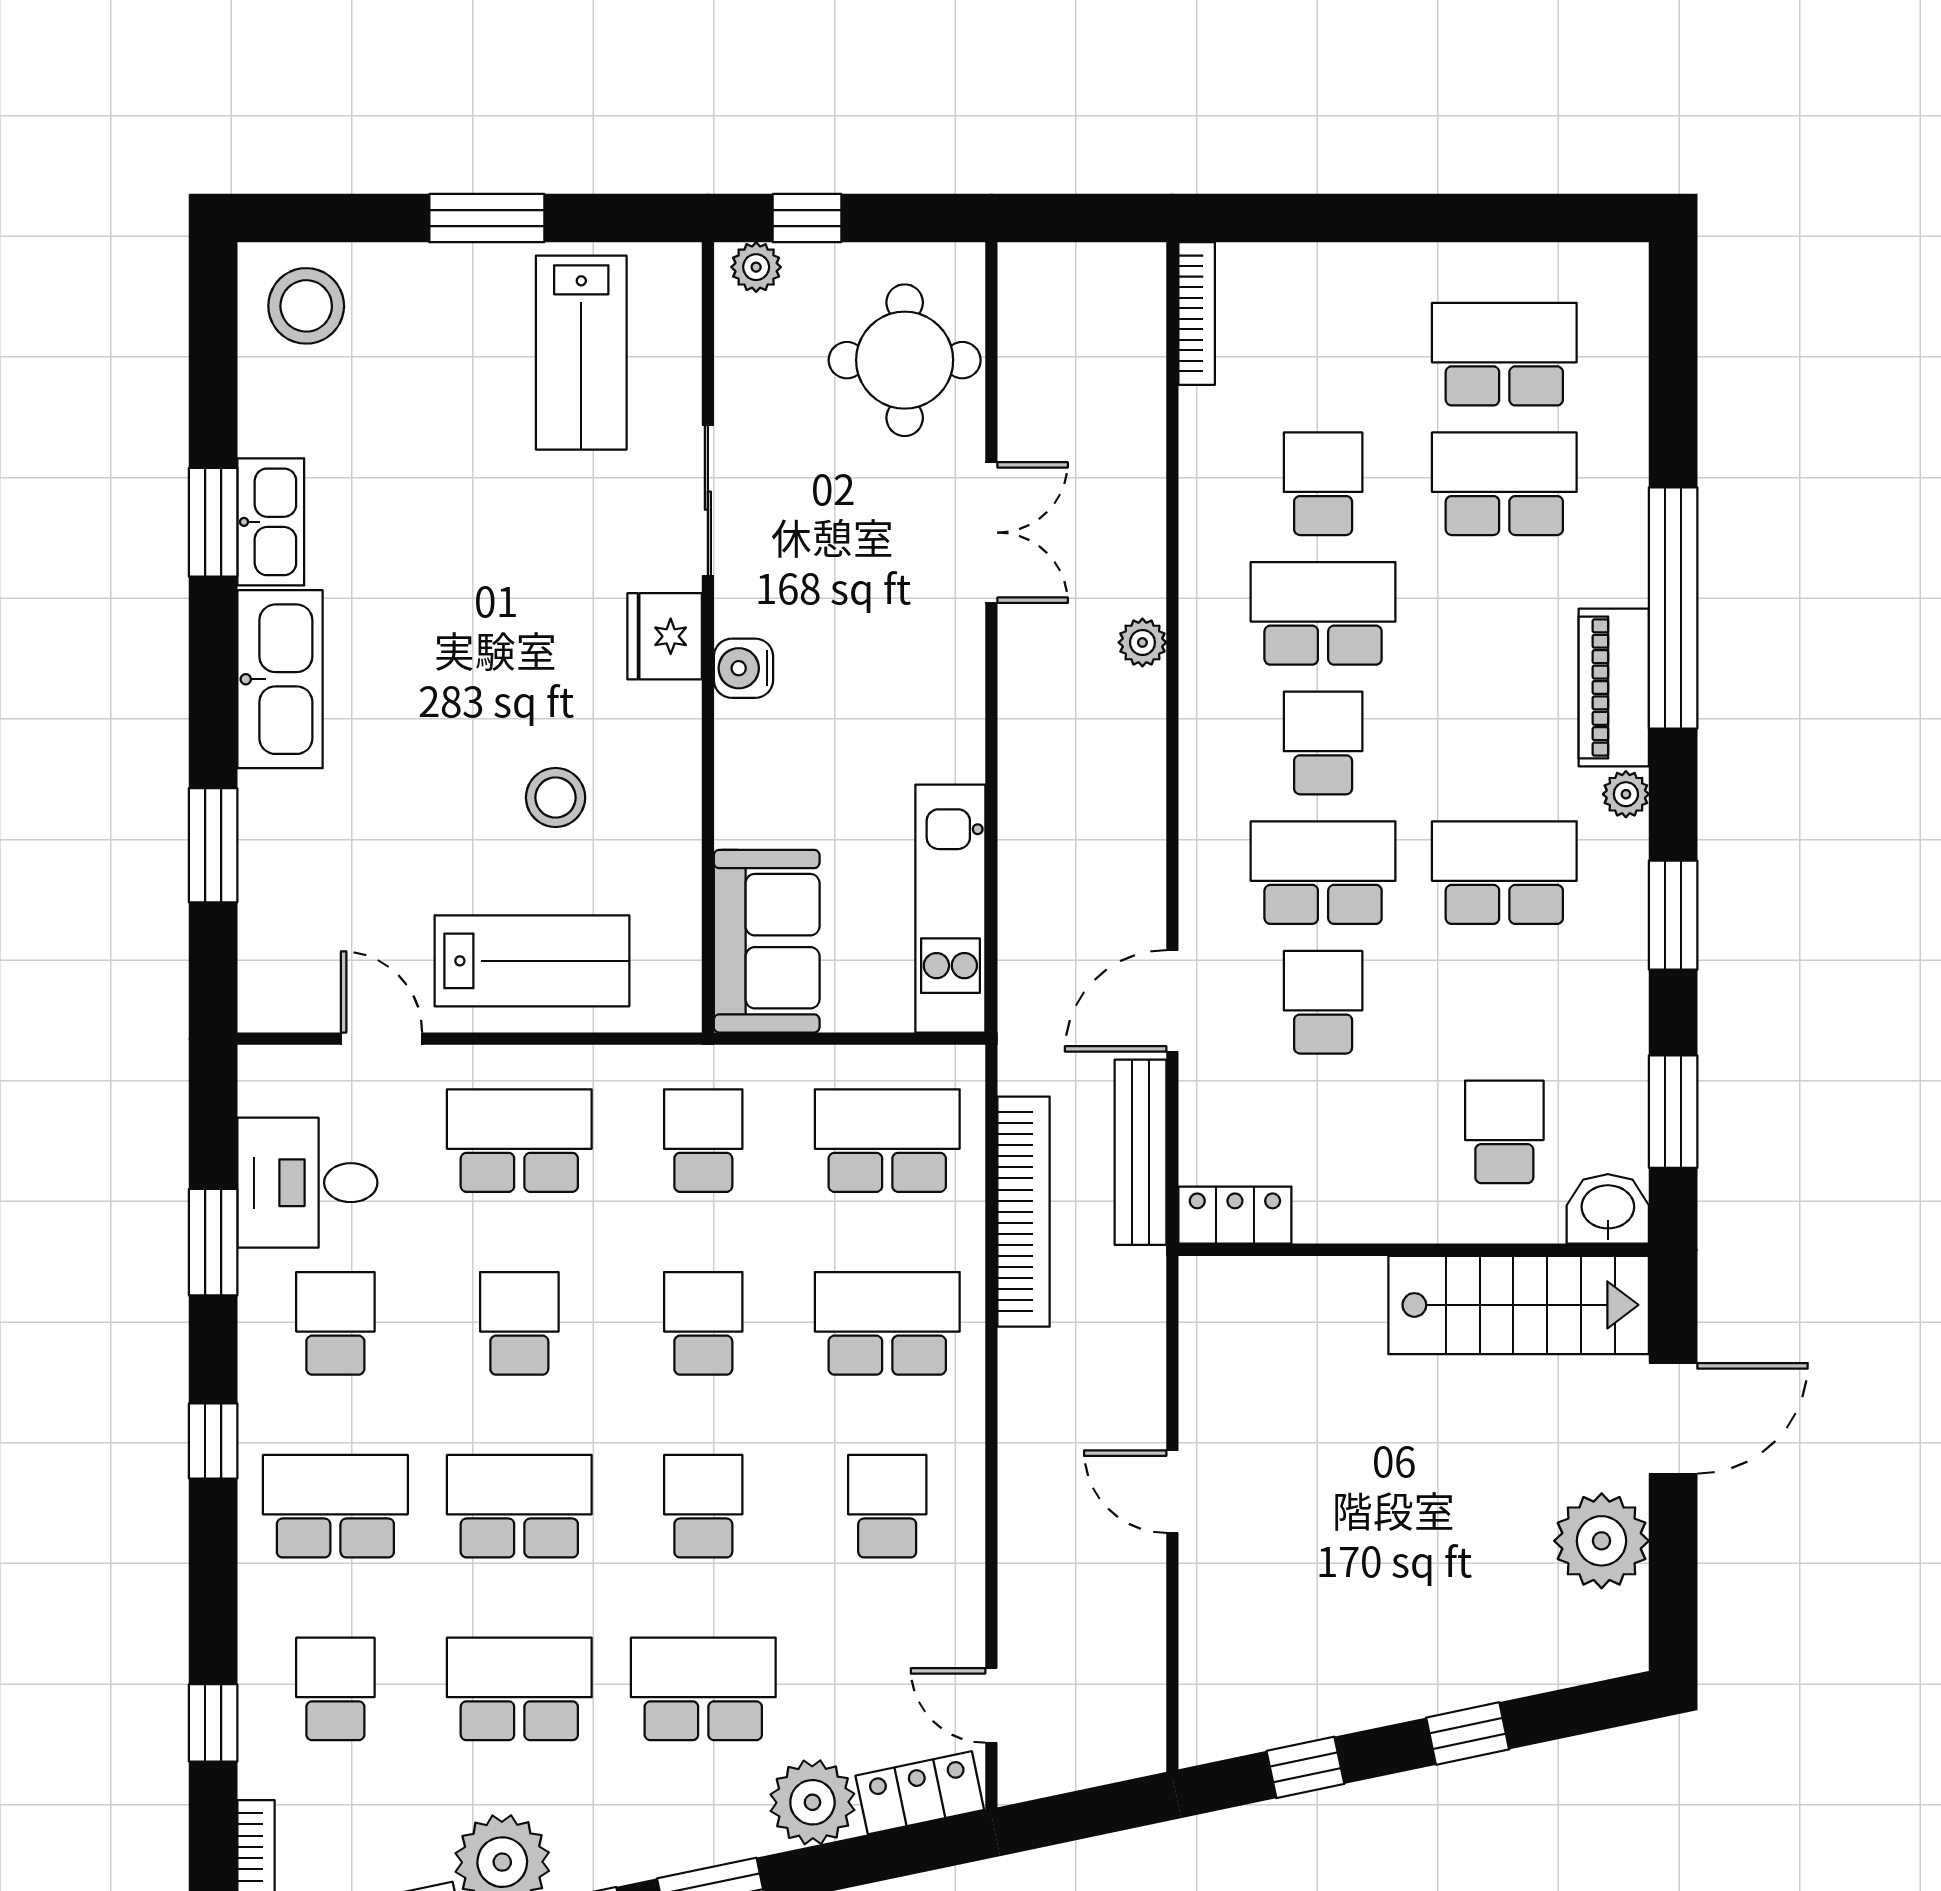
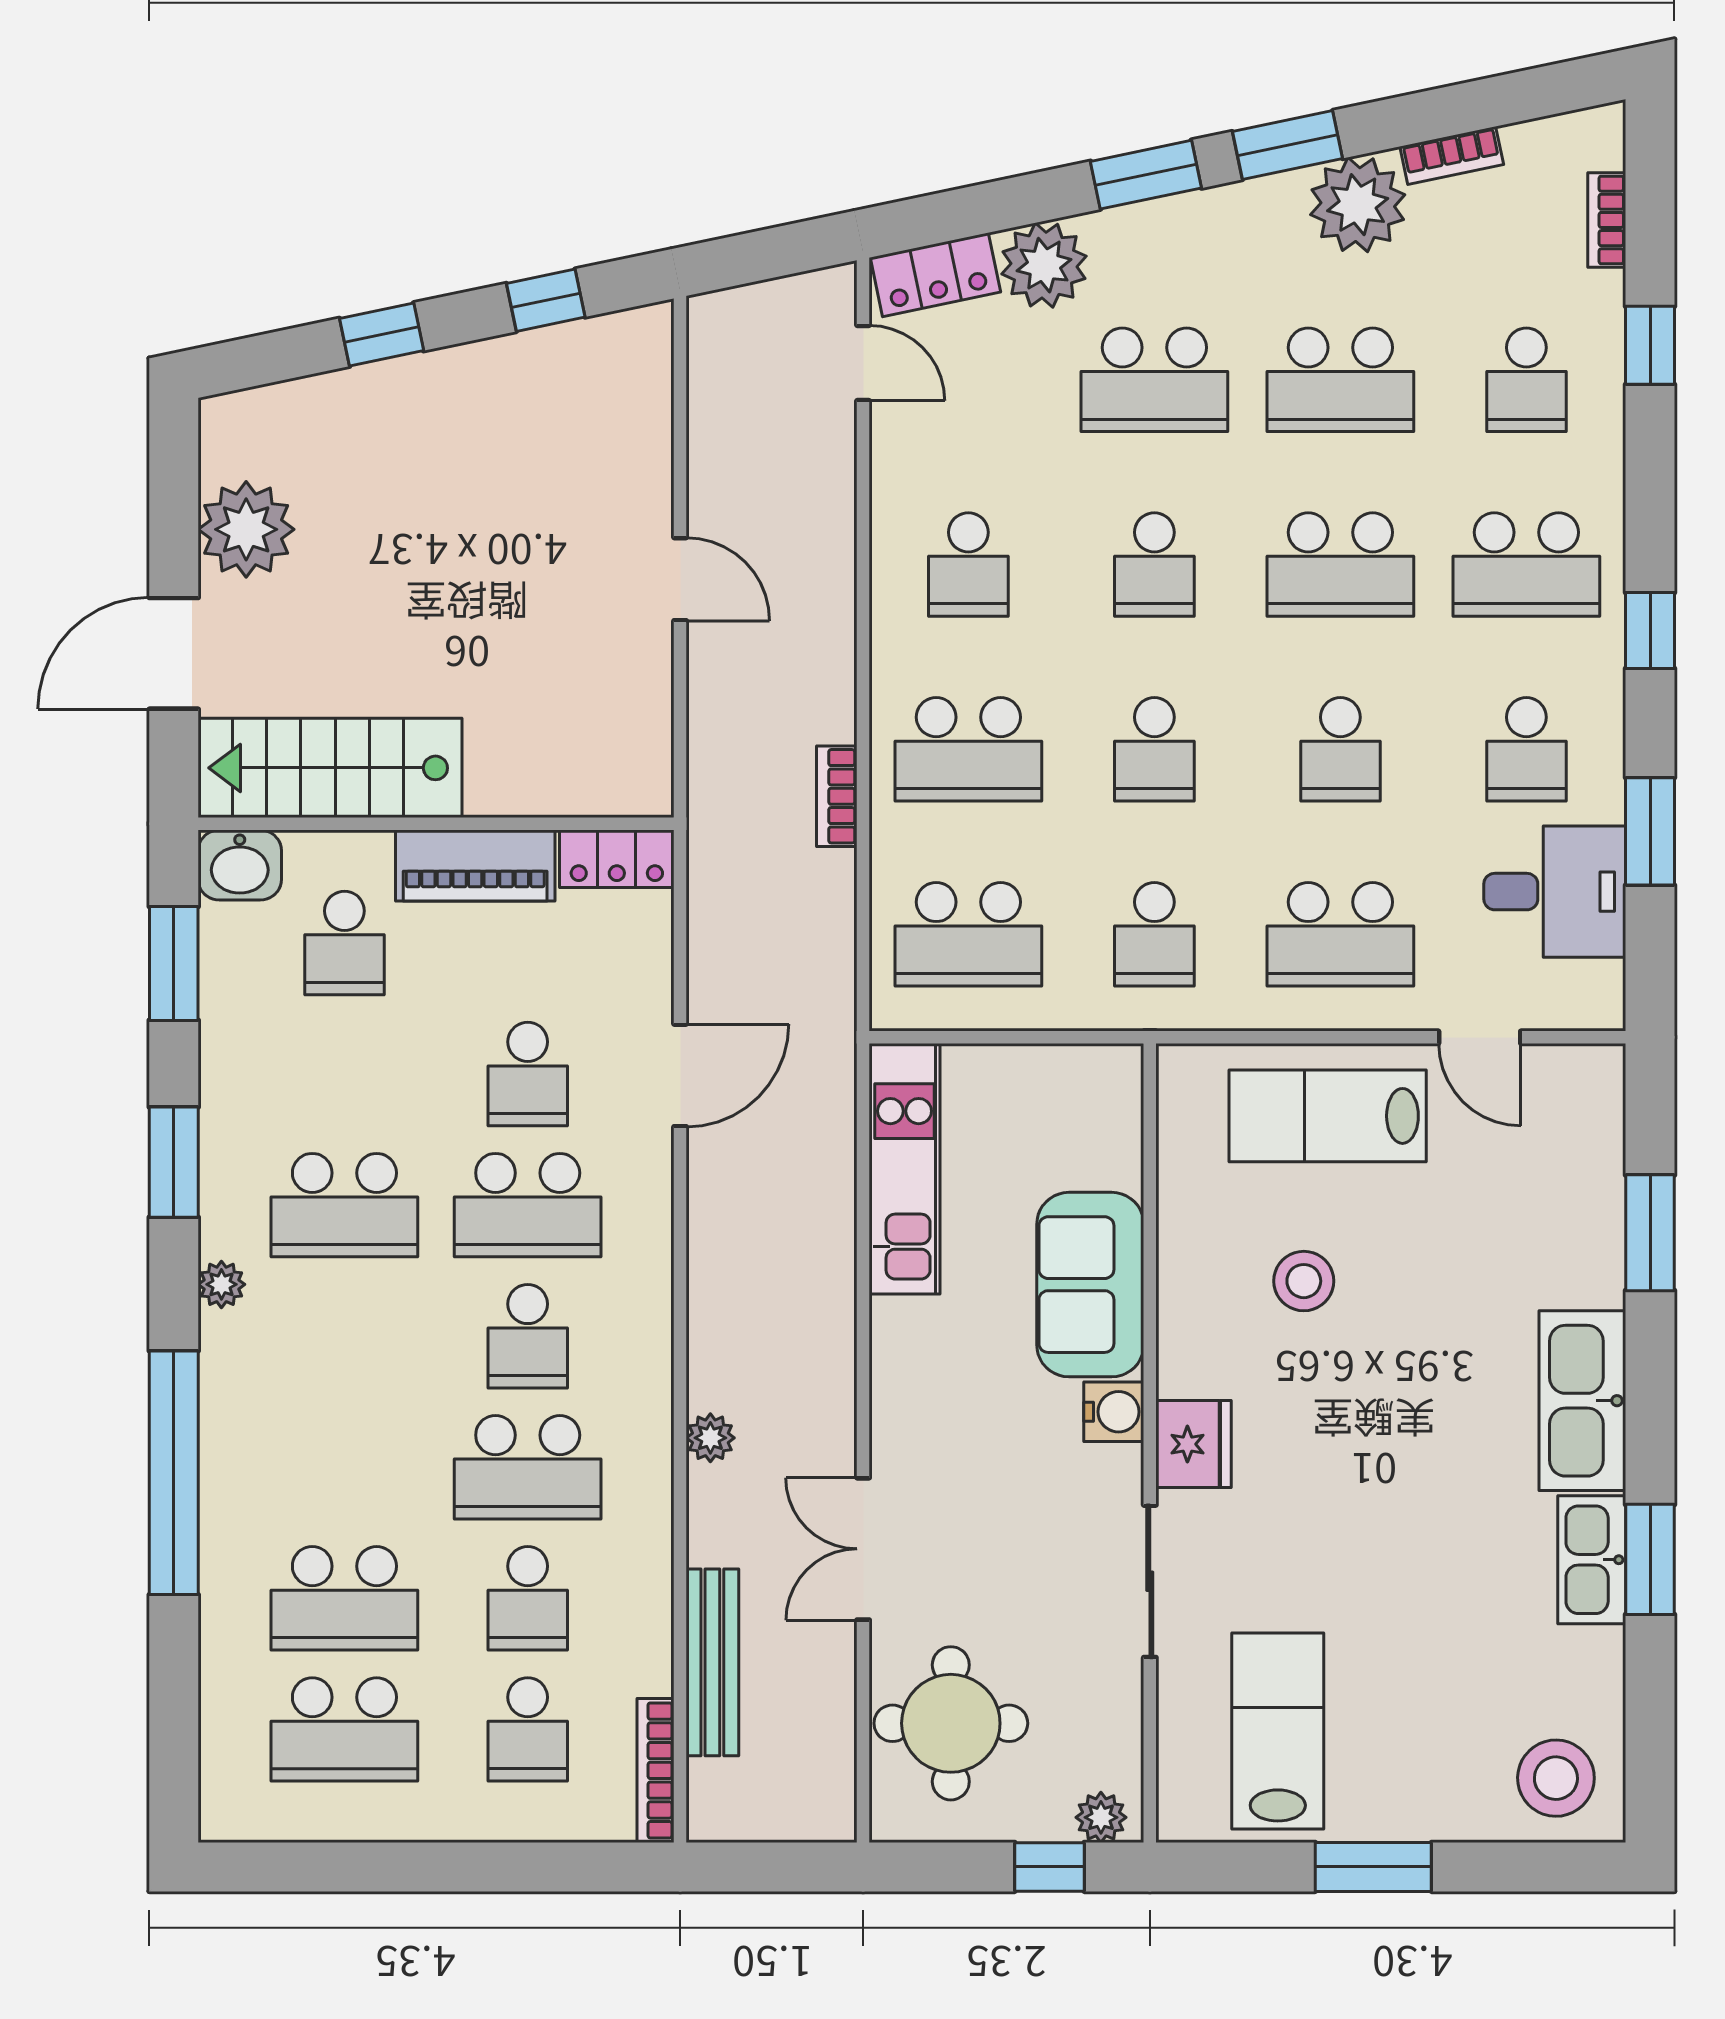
school desk: (1323, 354) -> (528, 1729), added
piano: (1614, 687) -> (475, 865), moved, turned 90
sofa: (767, 941) -> (1090, 1285), moved
bench: (1140, 1152) -> (712, 1662), moved
bookcase: (1024, 1212) -> (837, 796), width x0.43, depth x0.76

